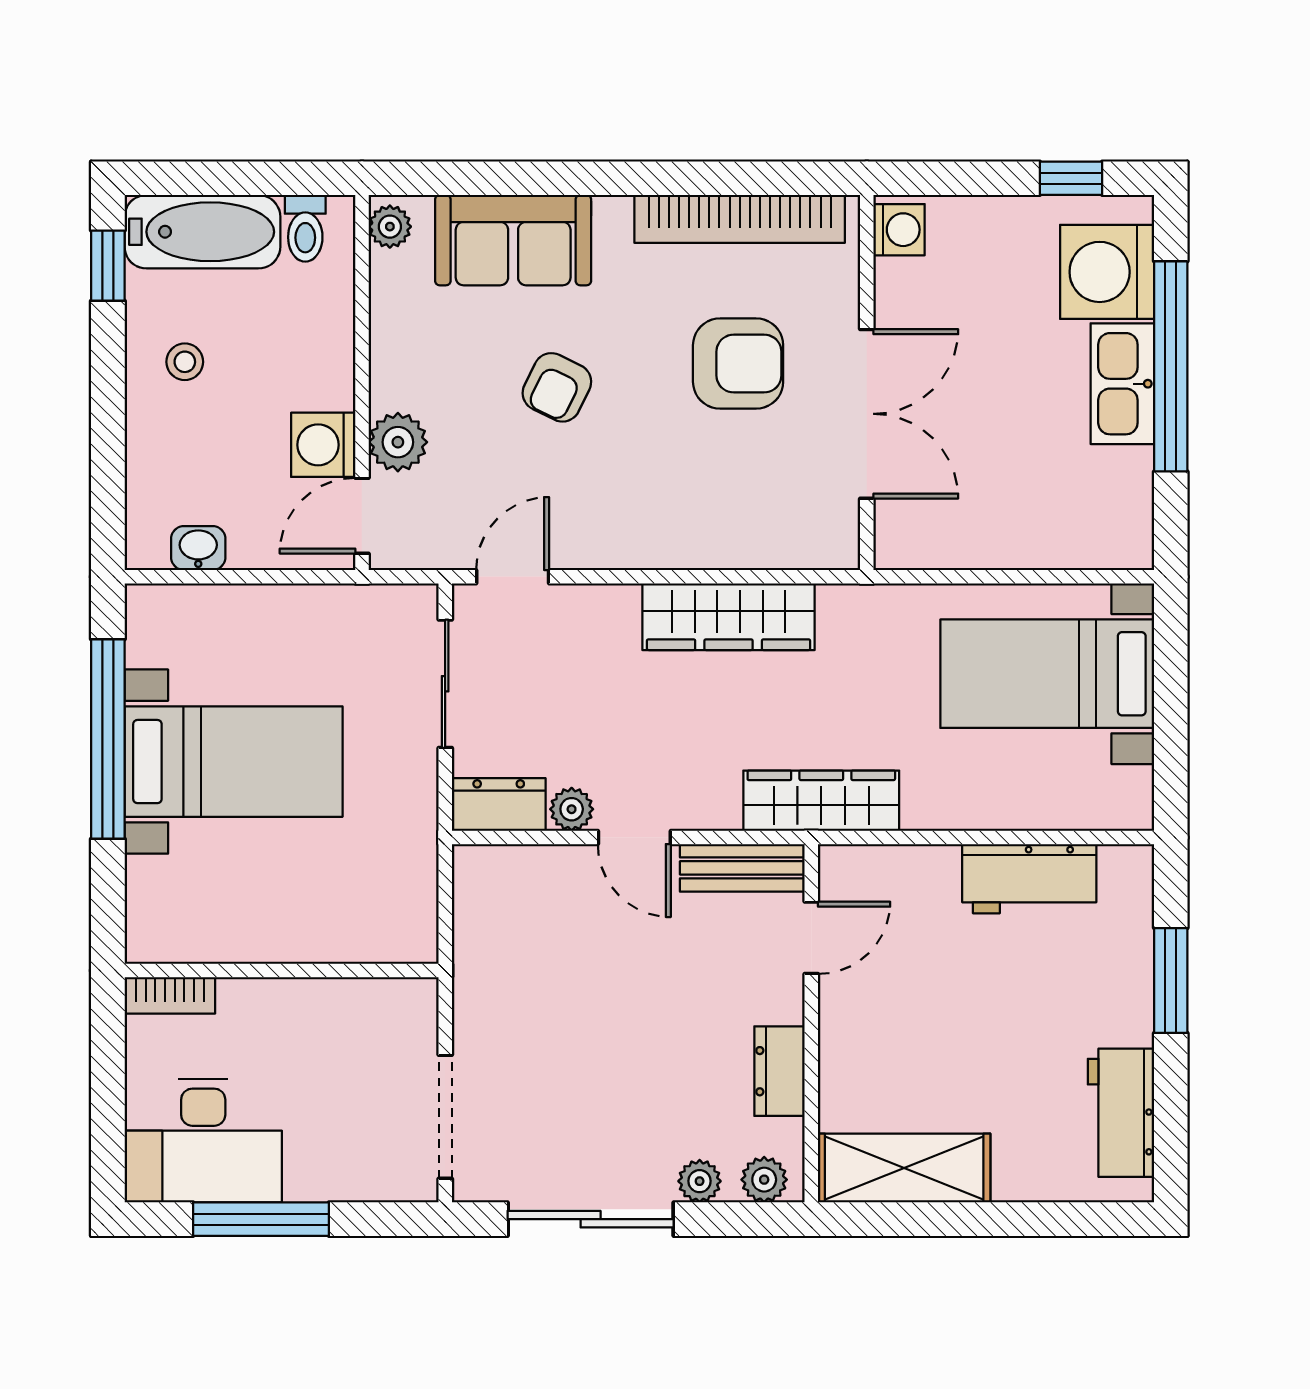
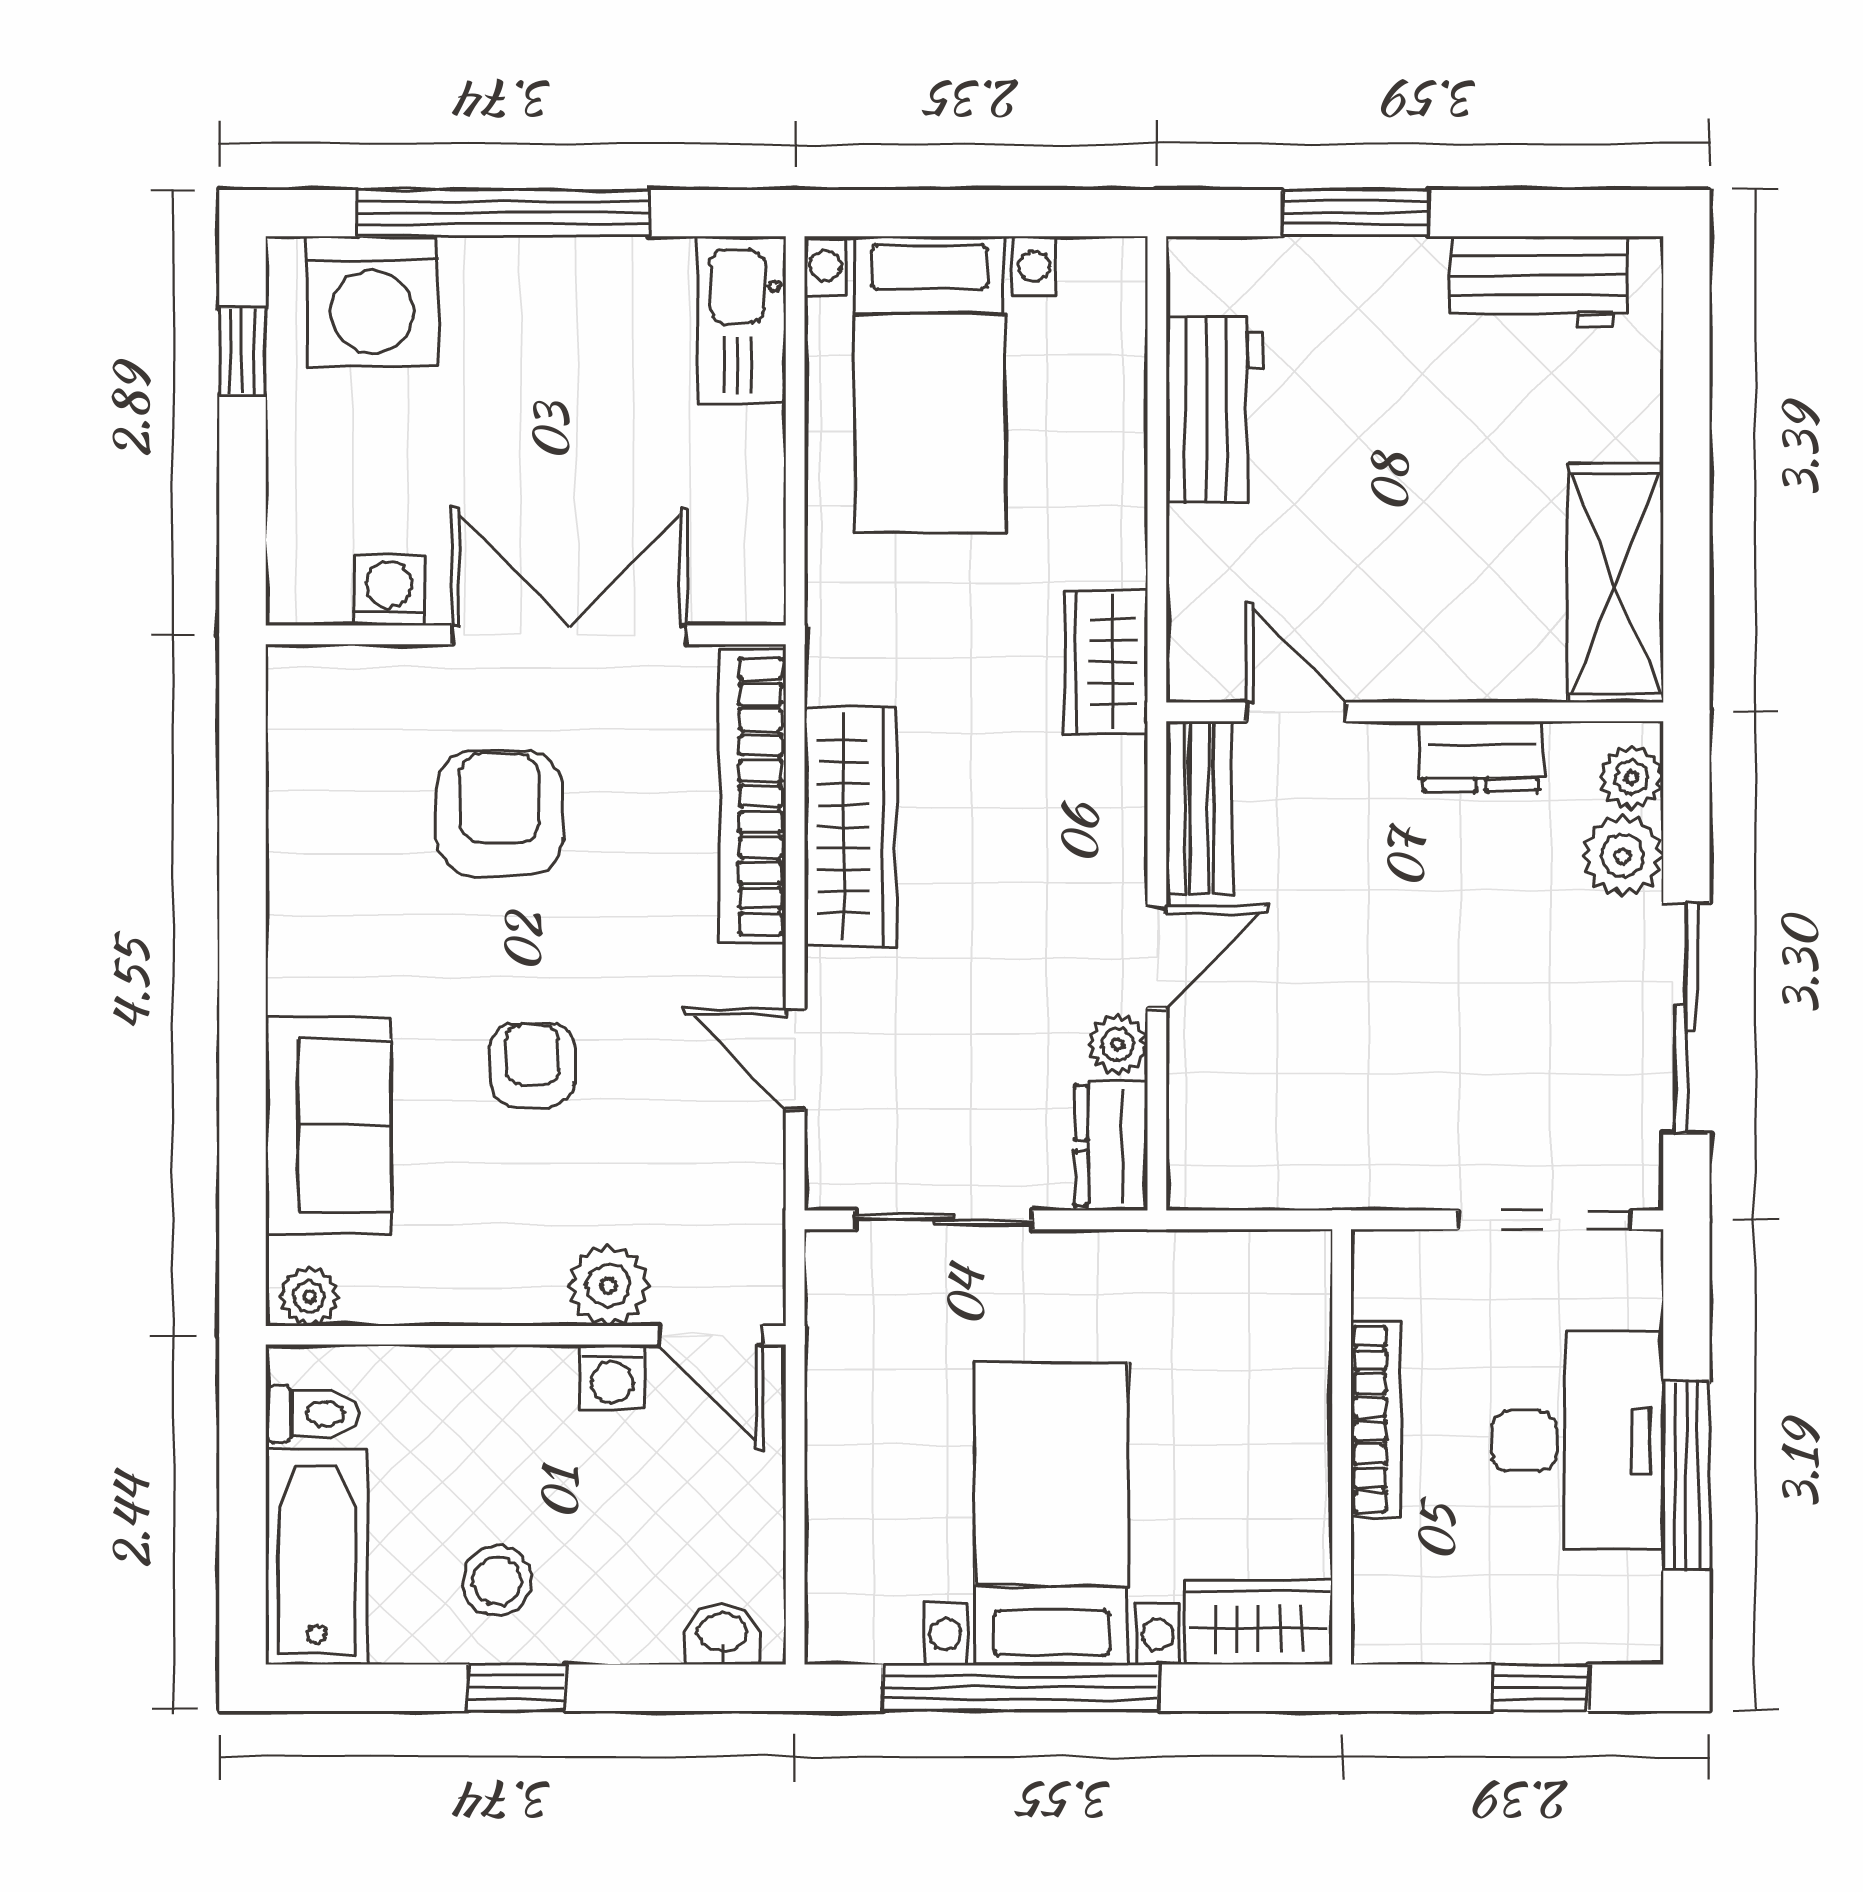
bookcase: (740, 219) -> (753, 796), moved, turned 180
washing machine: (899, 230) -> (389, 590), moved
window: (108, 266) -> (517, 1688), moved
stool: (185, 362) -> (497, 1581), width x1.37, depth x1.37
kitchen sink: (1122, 384) -> (742, 320), moved, turned 90
armchair: (557, 387) -> (532, 1065), turned -116
washing machine: (323, 445) -> (612, 1377), width x0.73, depth x0.73
washbasin: (198, 548) -> (722, 1634), moved, turned 90
door: (513, 577) -> (795, 1059), moved
wardrobe: (821, 801) -> (1106, 662), width x0.67
wardrobe: (155, 911) -> (1259, 1622), added
bookcase: (170, 995) -> (1376, 1419), moved, width x1.56
window: (108, 1114) -> (1540, 1688), added
desk: (203, 1141) -> (1577, 1441), moved
plant: (700, 1181) -> (1623, 856), width x1.38, depth x1.38

